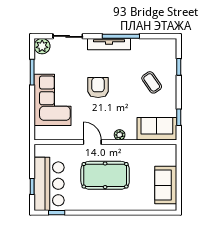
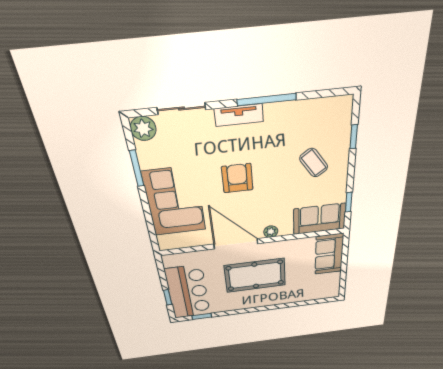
tv unit: (109, 44) -> (239, 115), width x0.71
door: (92, 142) -> (236, 244), width x1.87
sofa: (166, 185) -> (329, 254), moved

